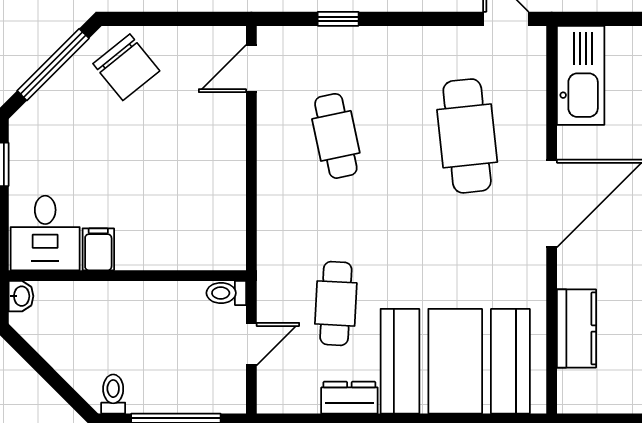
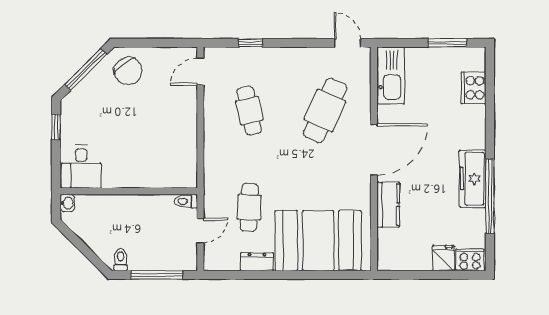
cafe table: (467, 136) -> (325, 110), turned 30
filing cabinet: (98, 249) -> (112, 176), removed
kitchen counter: (577, 328) -> (388, 205), moved

